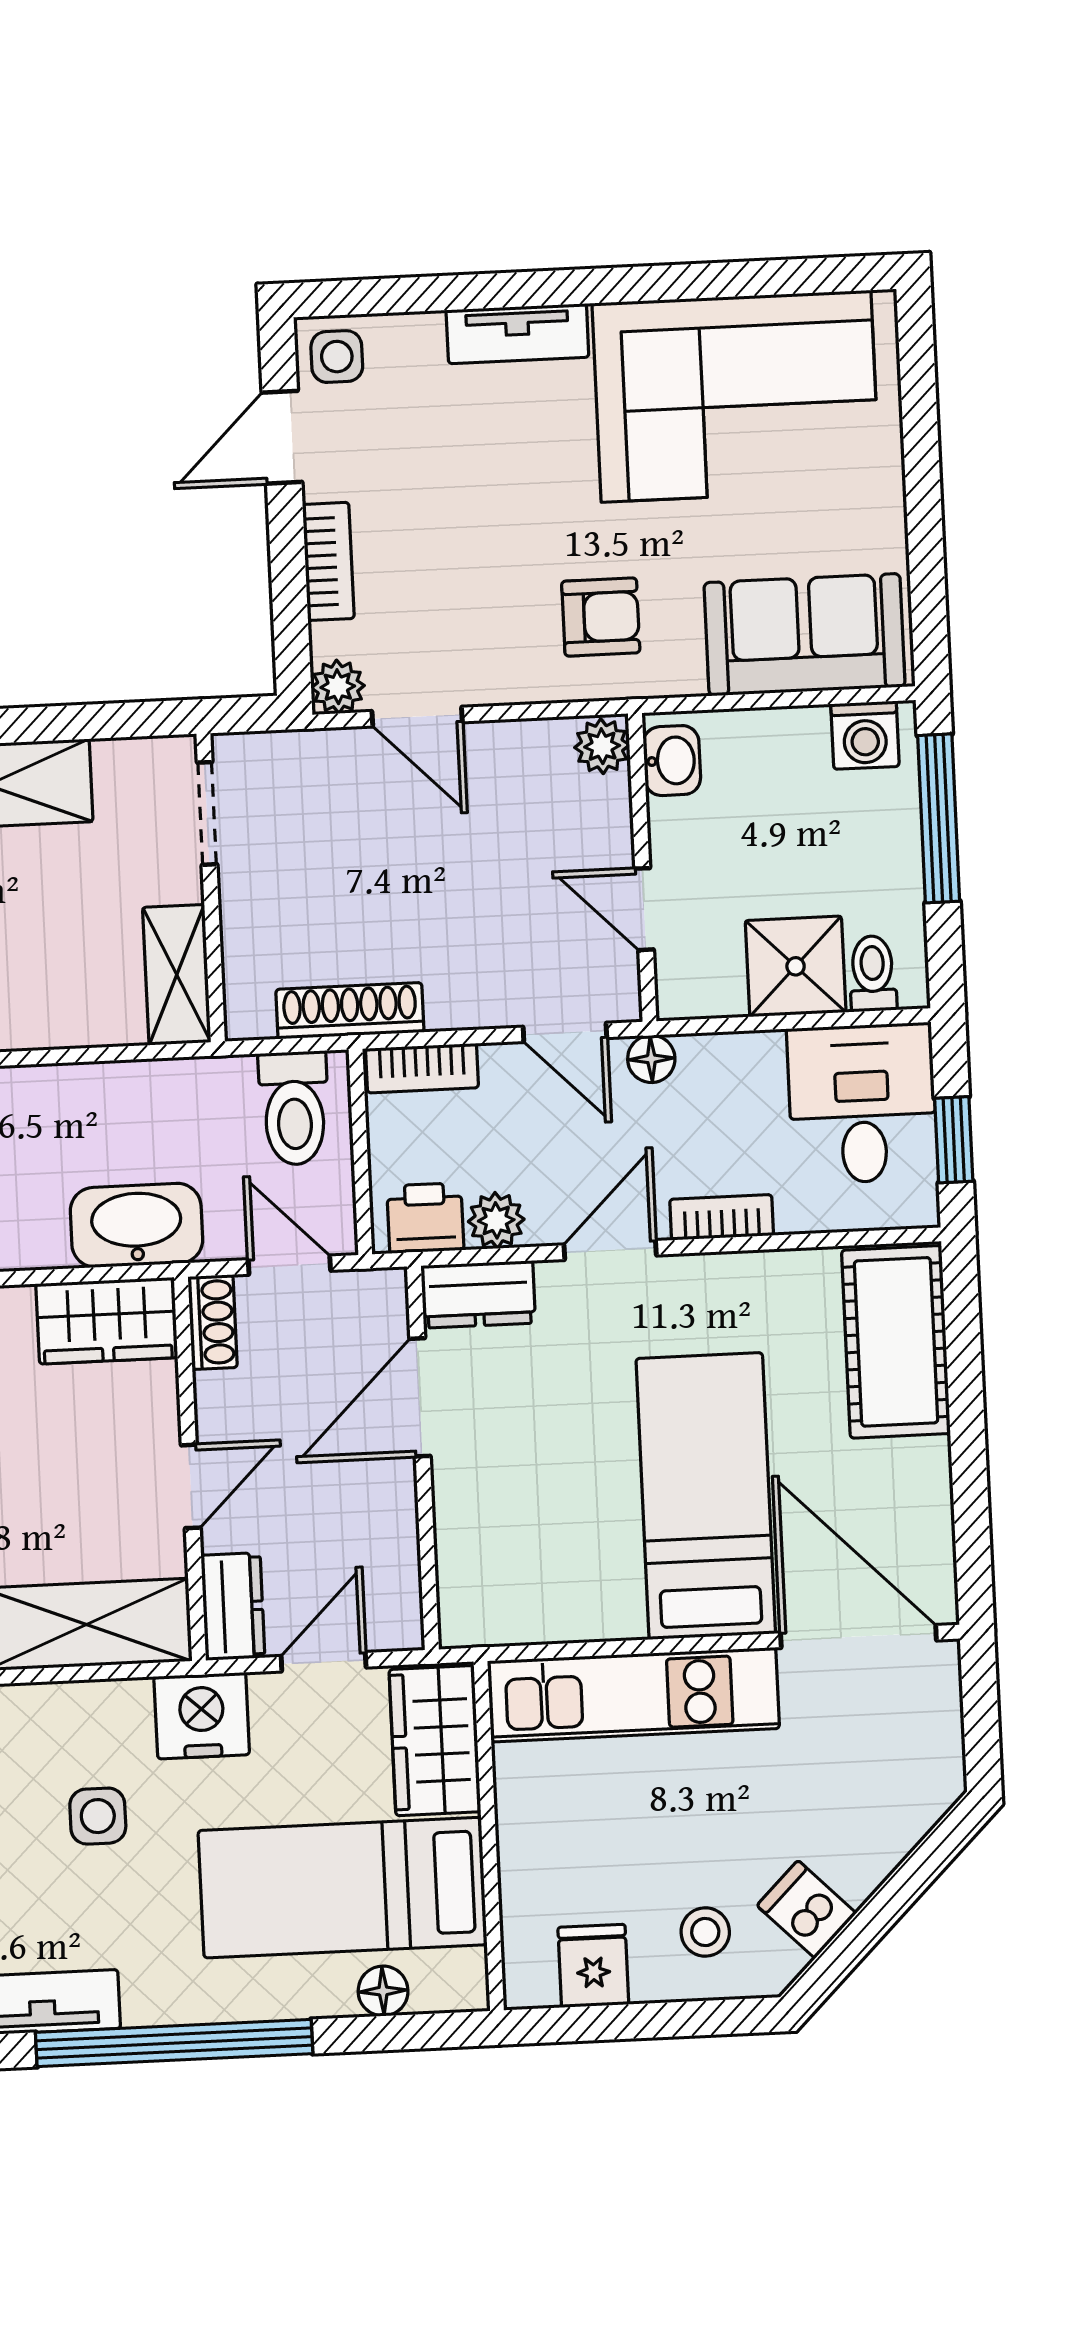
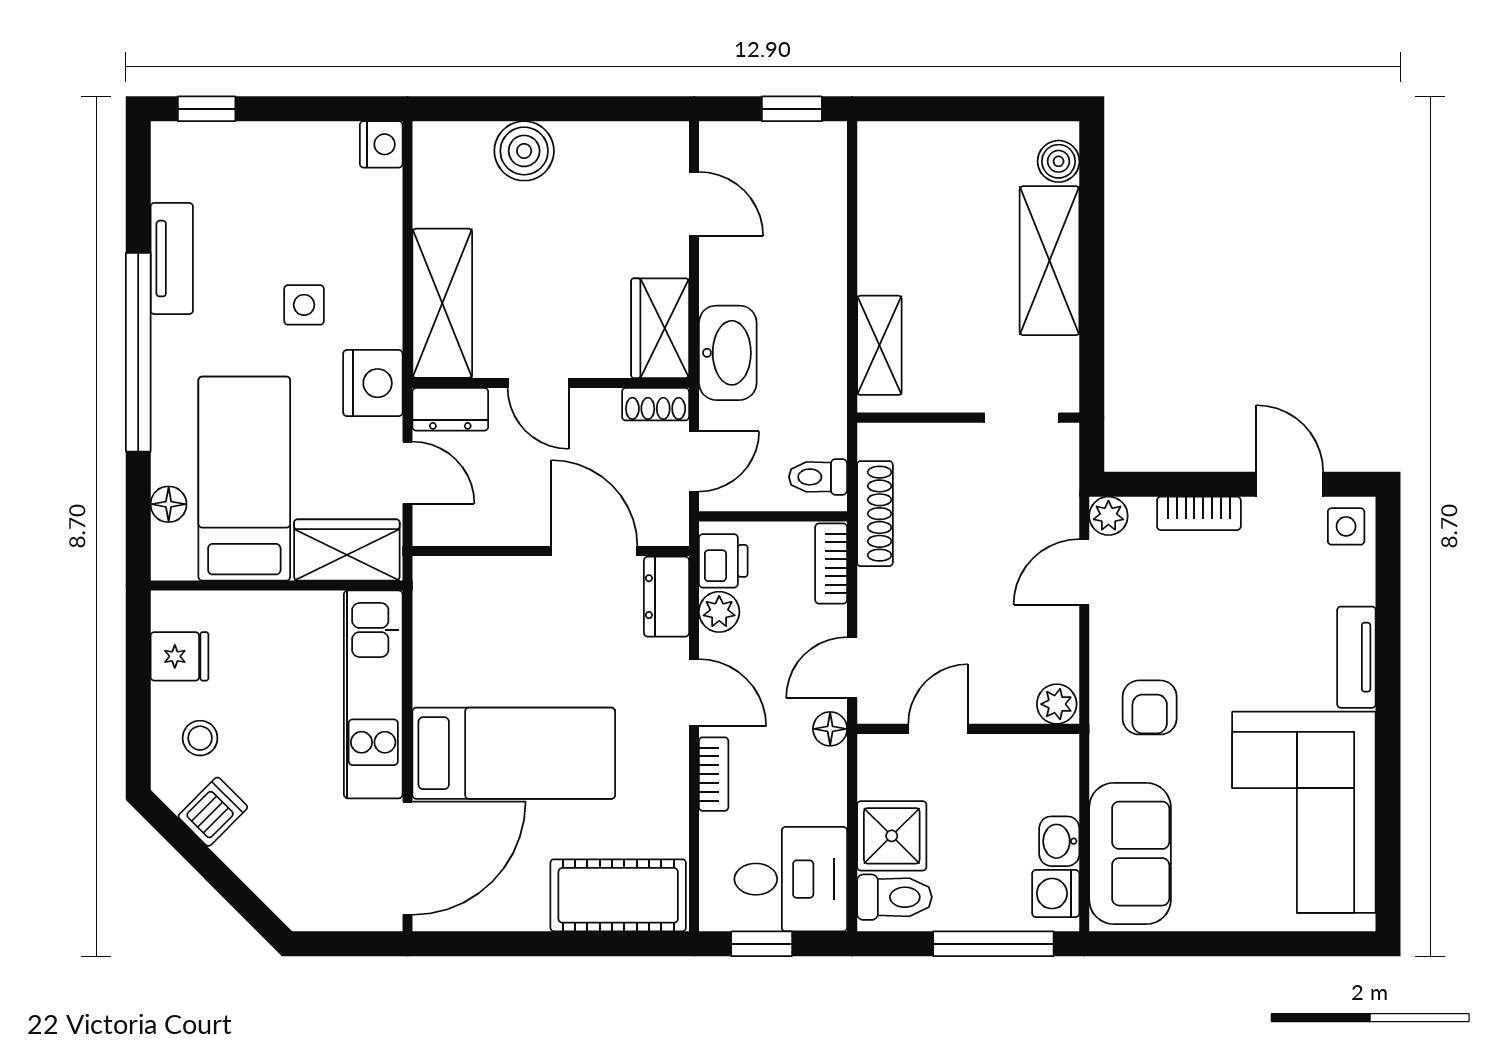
washbasin: (672, 761) -> (1059, 841), moved, turned 90
toilet: (873, 973) -> (894, 897), width x1.37, depth x1.39
shelving: (177, 975) -> (879, 345), moved, turned 90
toilet: (294, 1108) -> (818, 477), width x0.73, depth x0.72

